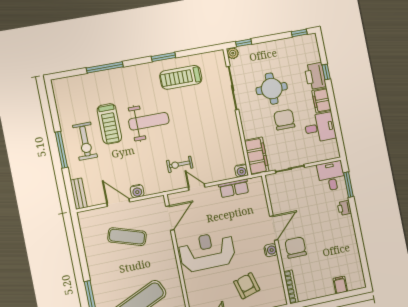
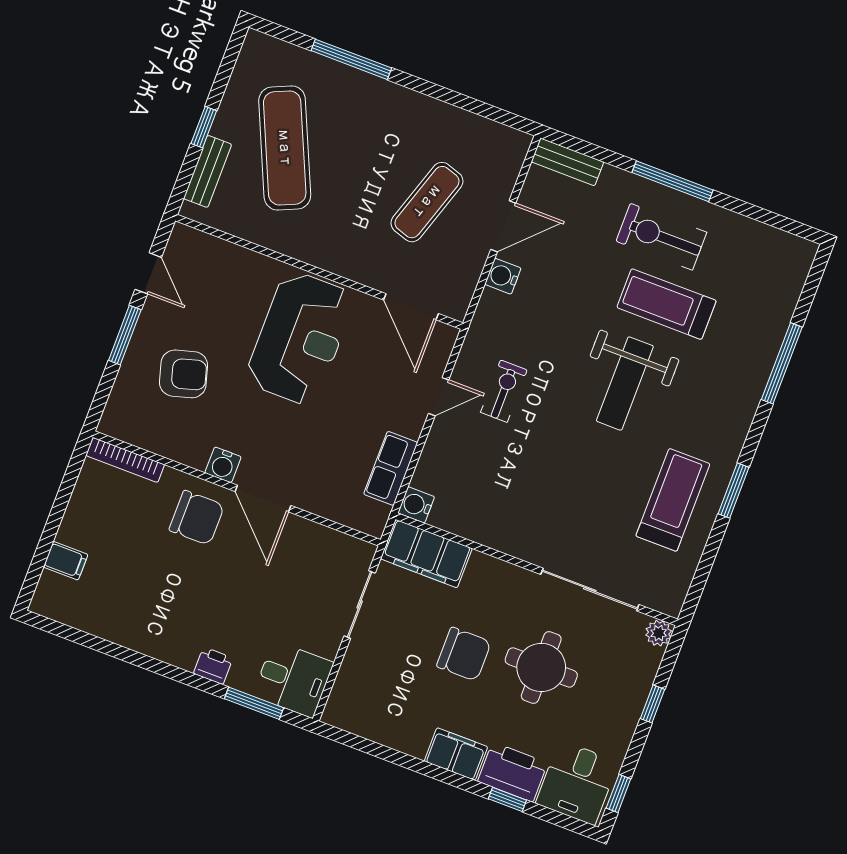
window: (244, 43) -> (652, 704), moved
desk: (320, 127) -> (577, 783), moved

